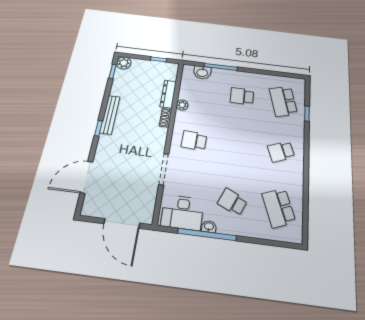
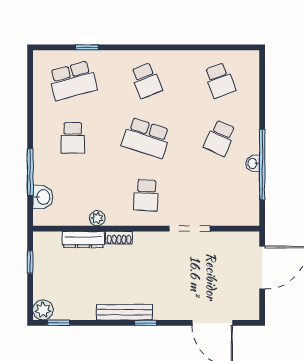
school desk: (237, 146) -> (146, 138), added
school desk: (279, 208) -> (220, 81), width x0.54
desk: (182, 213) -> (240, 197), removed

